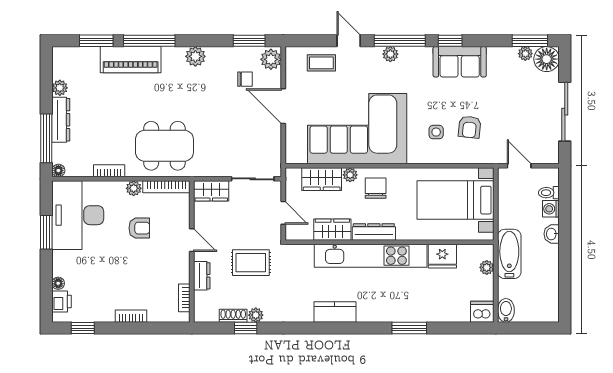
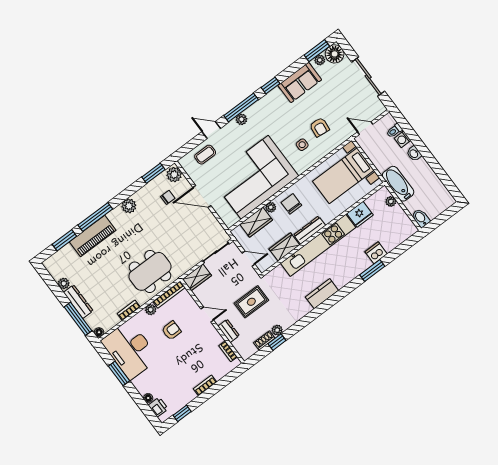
sofa: (460, 62) -> (300, 83), moved
dishwasher: (482, 312) -> (376, 253), moved

